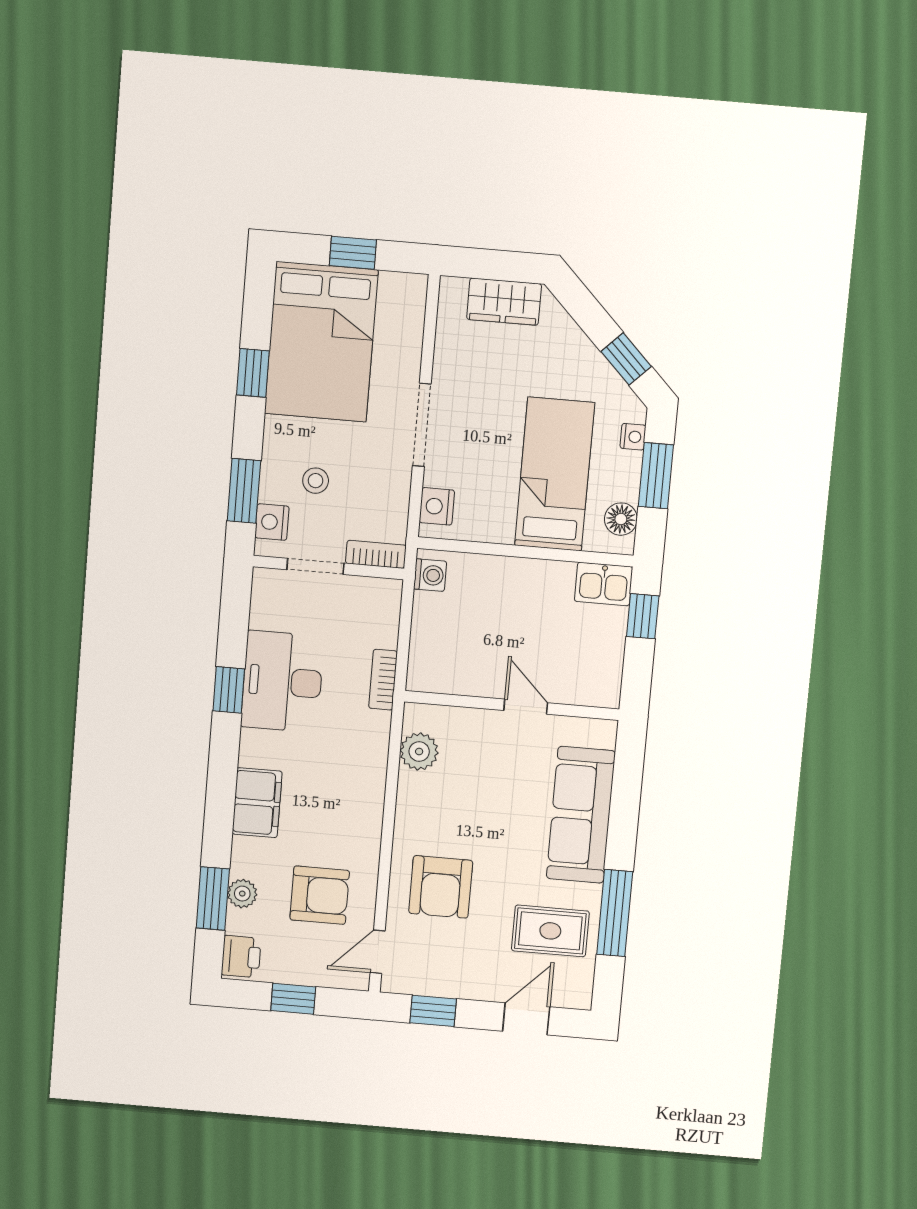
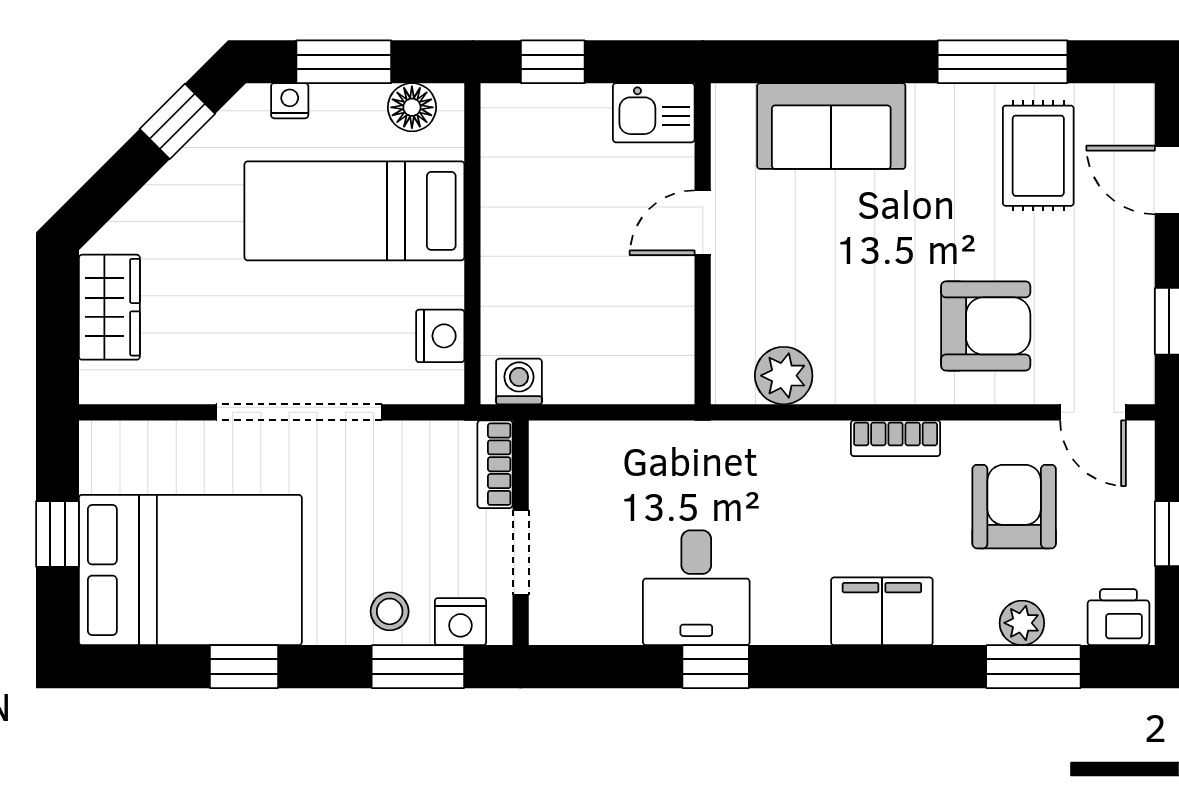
doorway: (422, 425) -> (299, 412), width x1.36
stool: (316, 481) -> (390, 611), moved
nightstand: (437, 506) -> (440, 336), moved, turned -90
kitchen sink: (604, 584) -> (654, 113), moved, turned 90
bookcase: (383, 680) -> (896, 438), moved
desk: (282, 681) -> (696, 588), width x0.73
sofa: (581, 815) -> (831, 126), width x0.73

